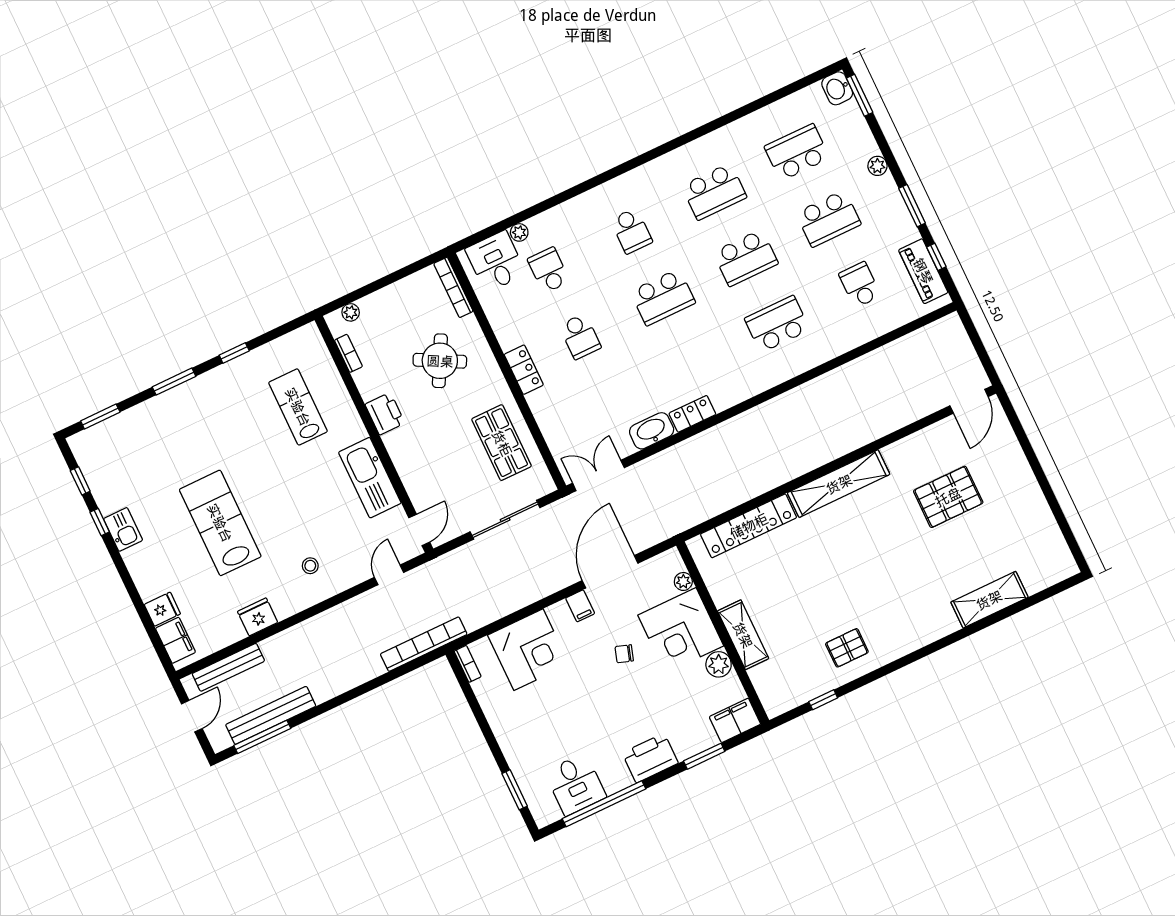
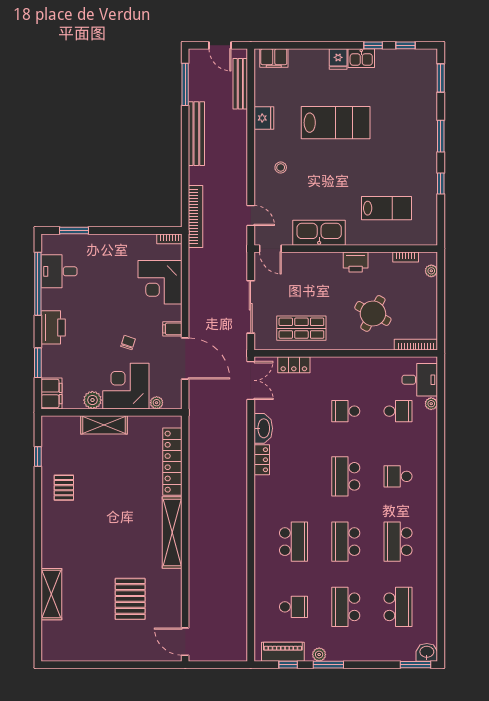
plant: (877, 166) -> (319, 655), moved
locker: (524, 370) -> (294, 365), moved
fridge: (162, 609) -> (338, 59), moved
bench: (271, 715) -> (196, 134), moved

